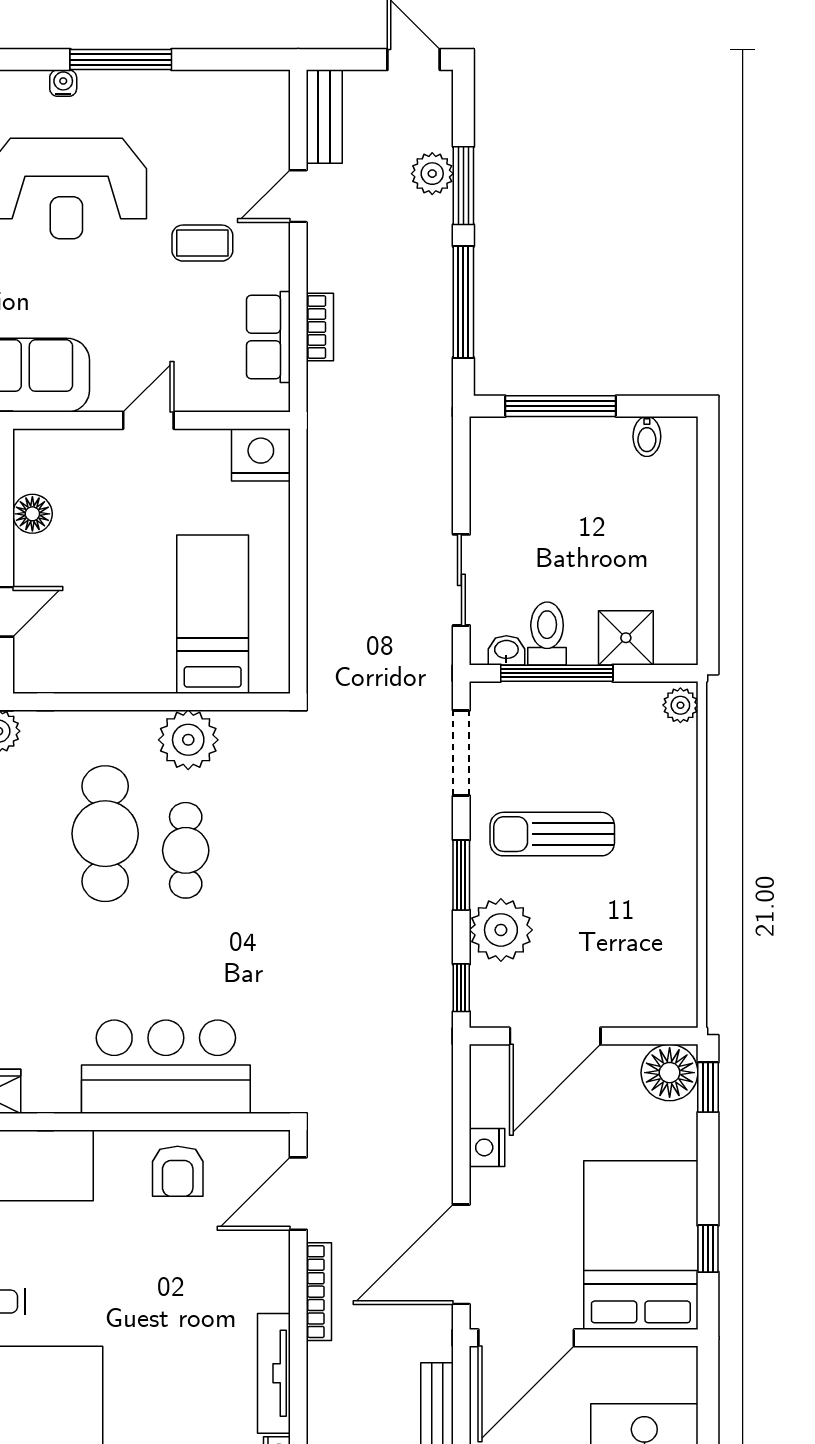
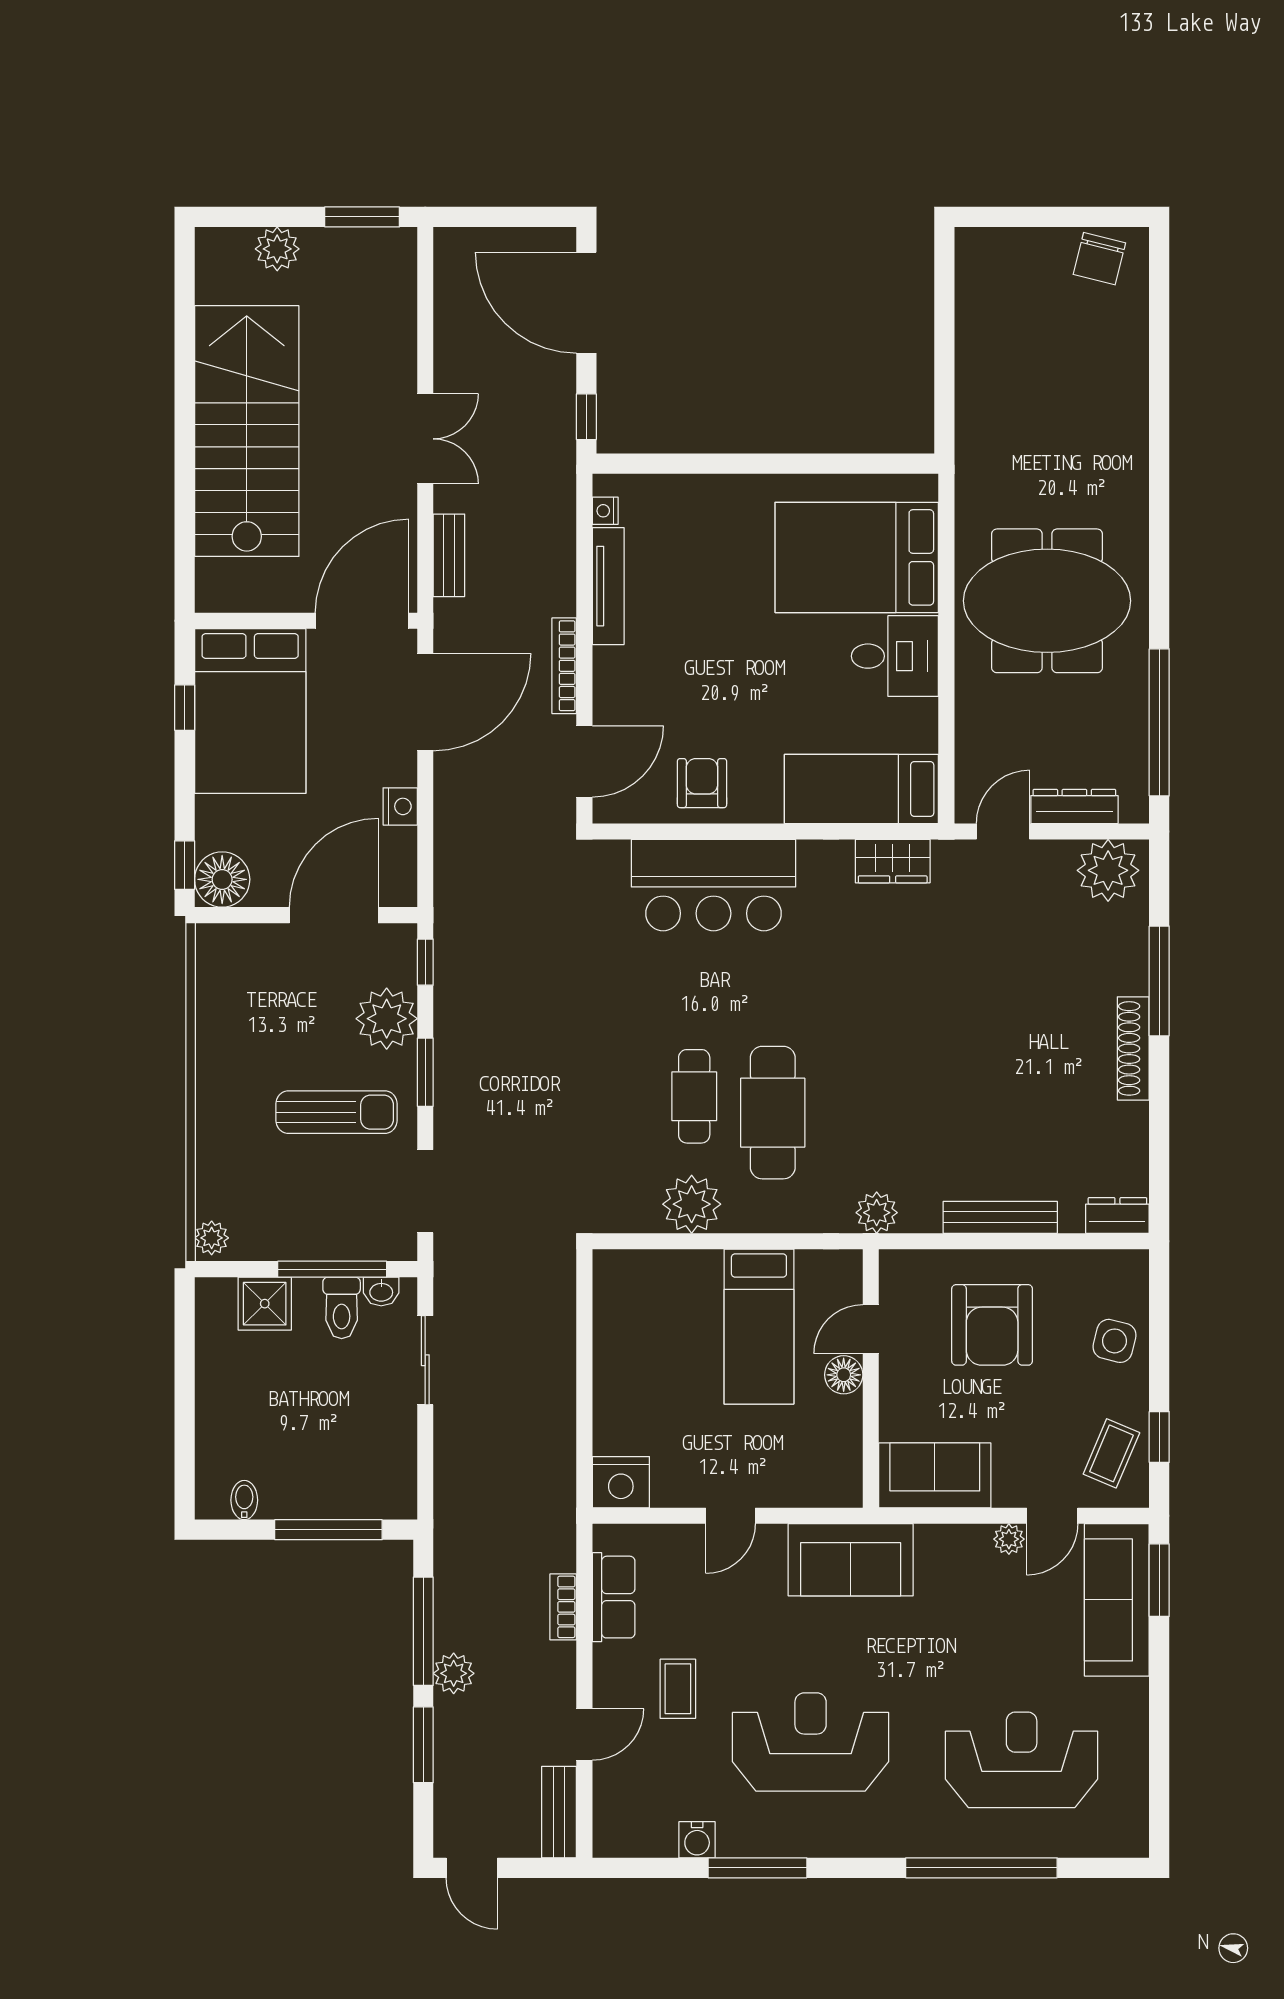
water cooler: (63, 83) -> (697, 1840), moved, width x1.38, depth x1.38
plant: (432, 174) -> (454, 1673), moved
coffee table: (202, 243) -> (678, 1689), turned 90
floor lamp: (32, 514) -> (844, 1375), moved
bed: (213, 614) -> (759, 1327), moved

